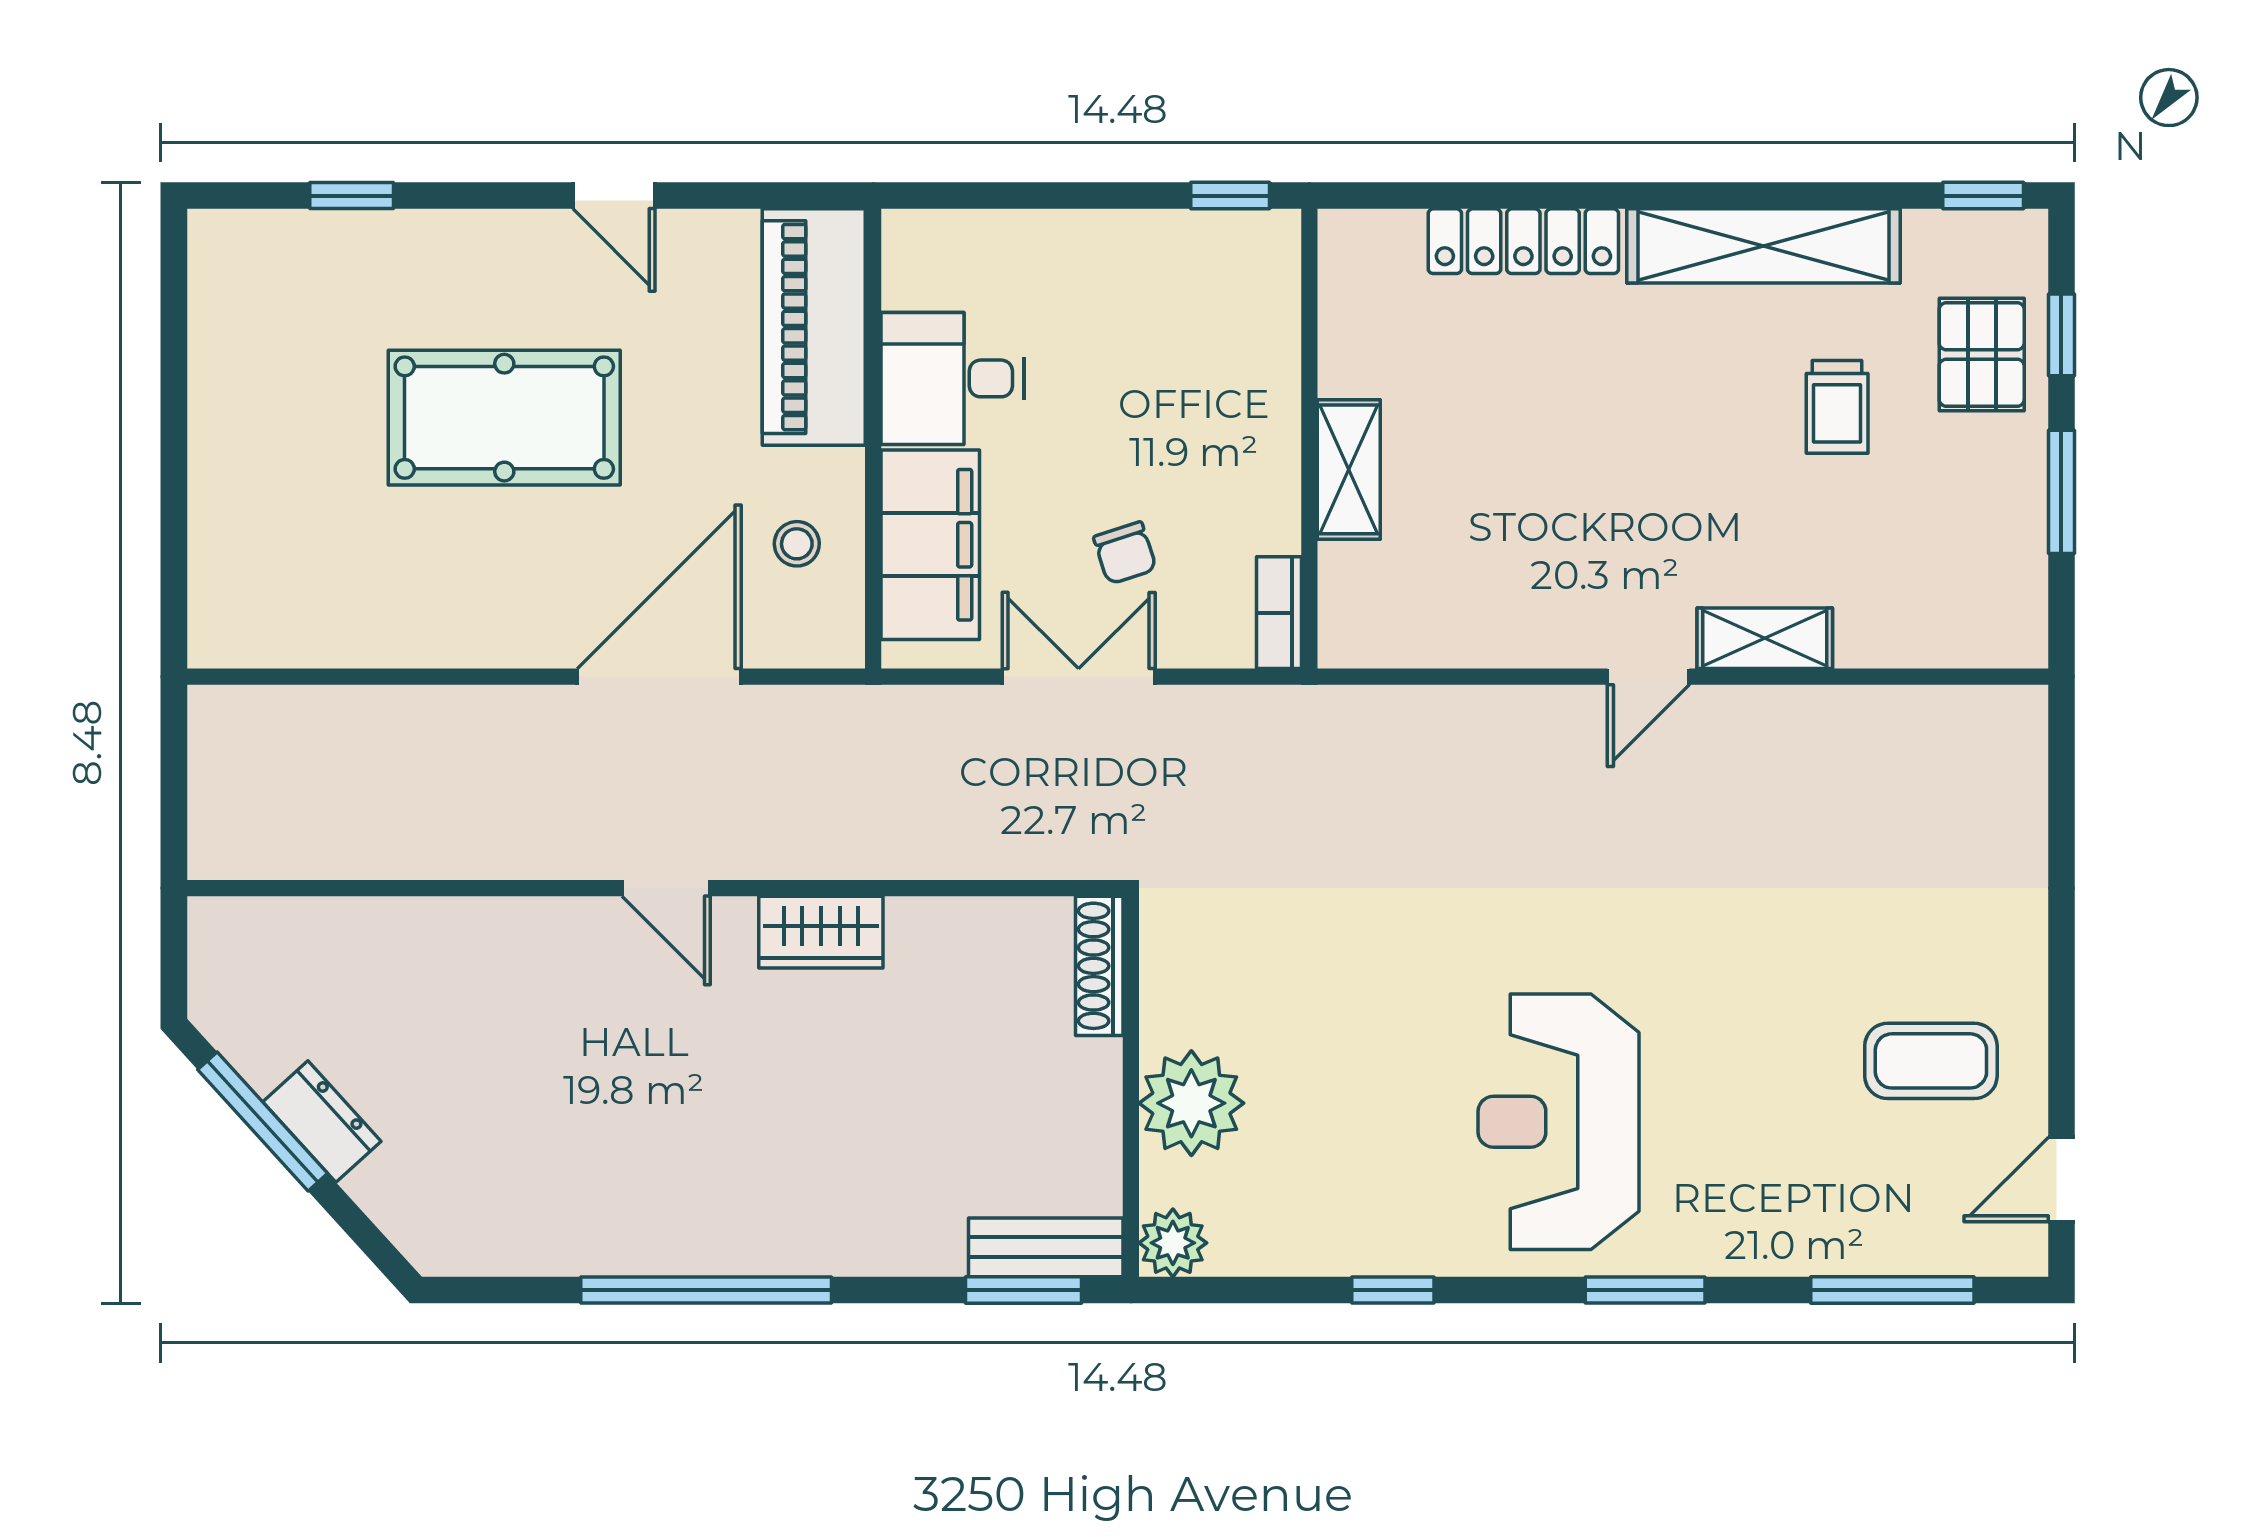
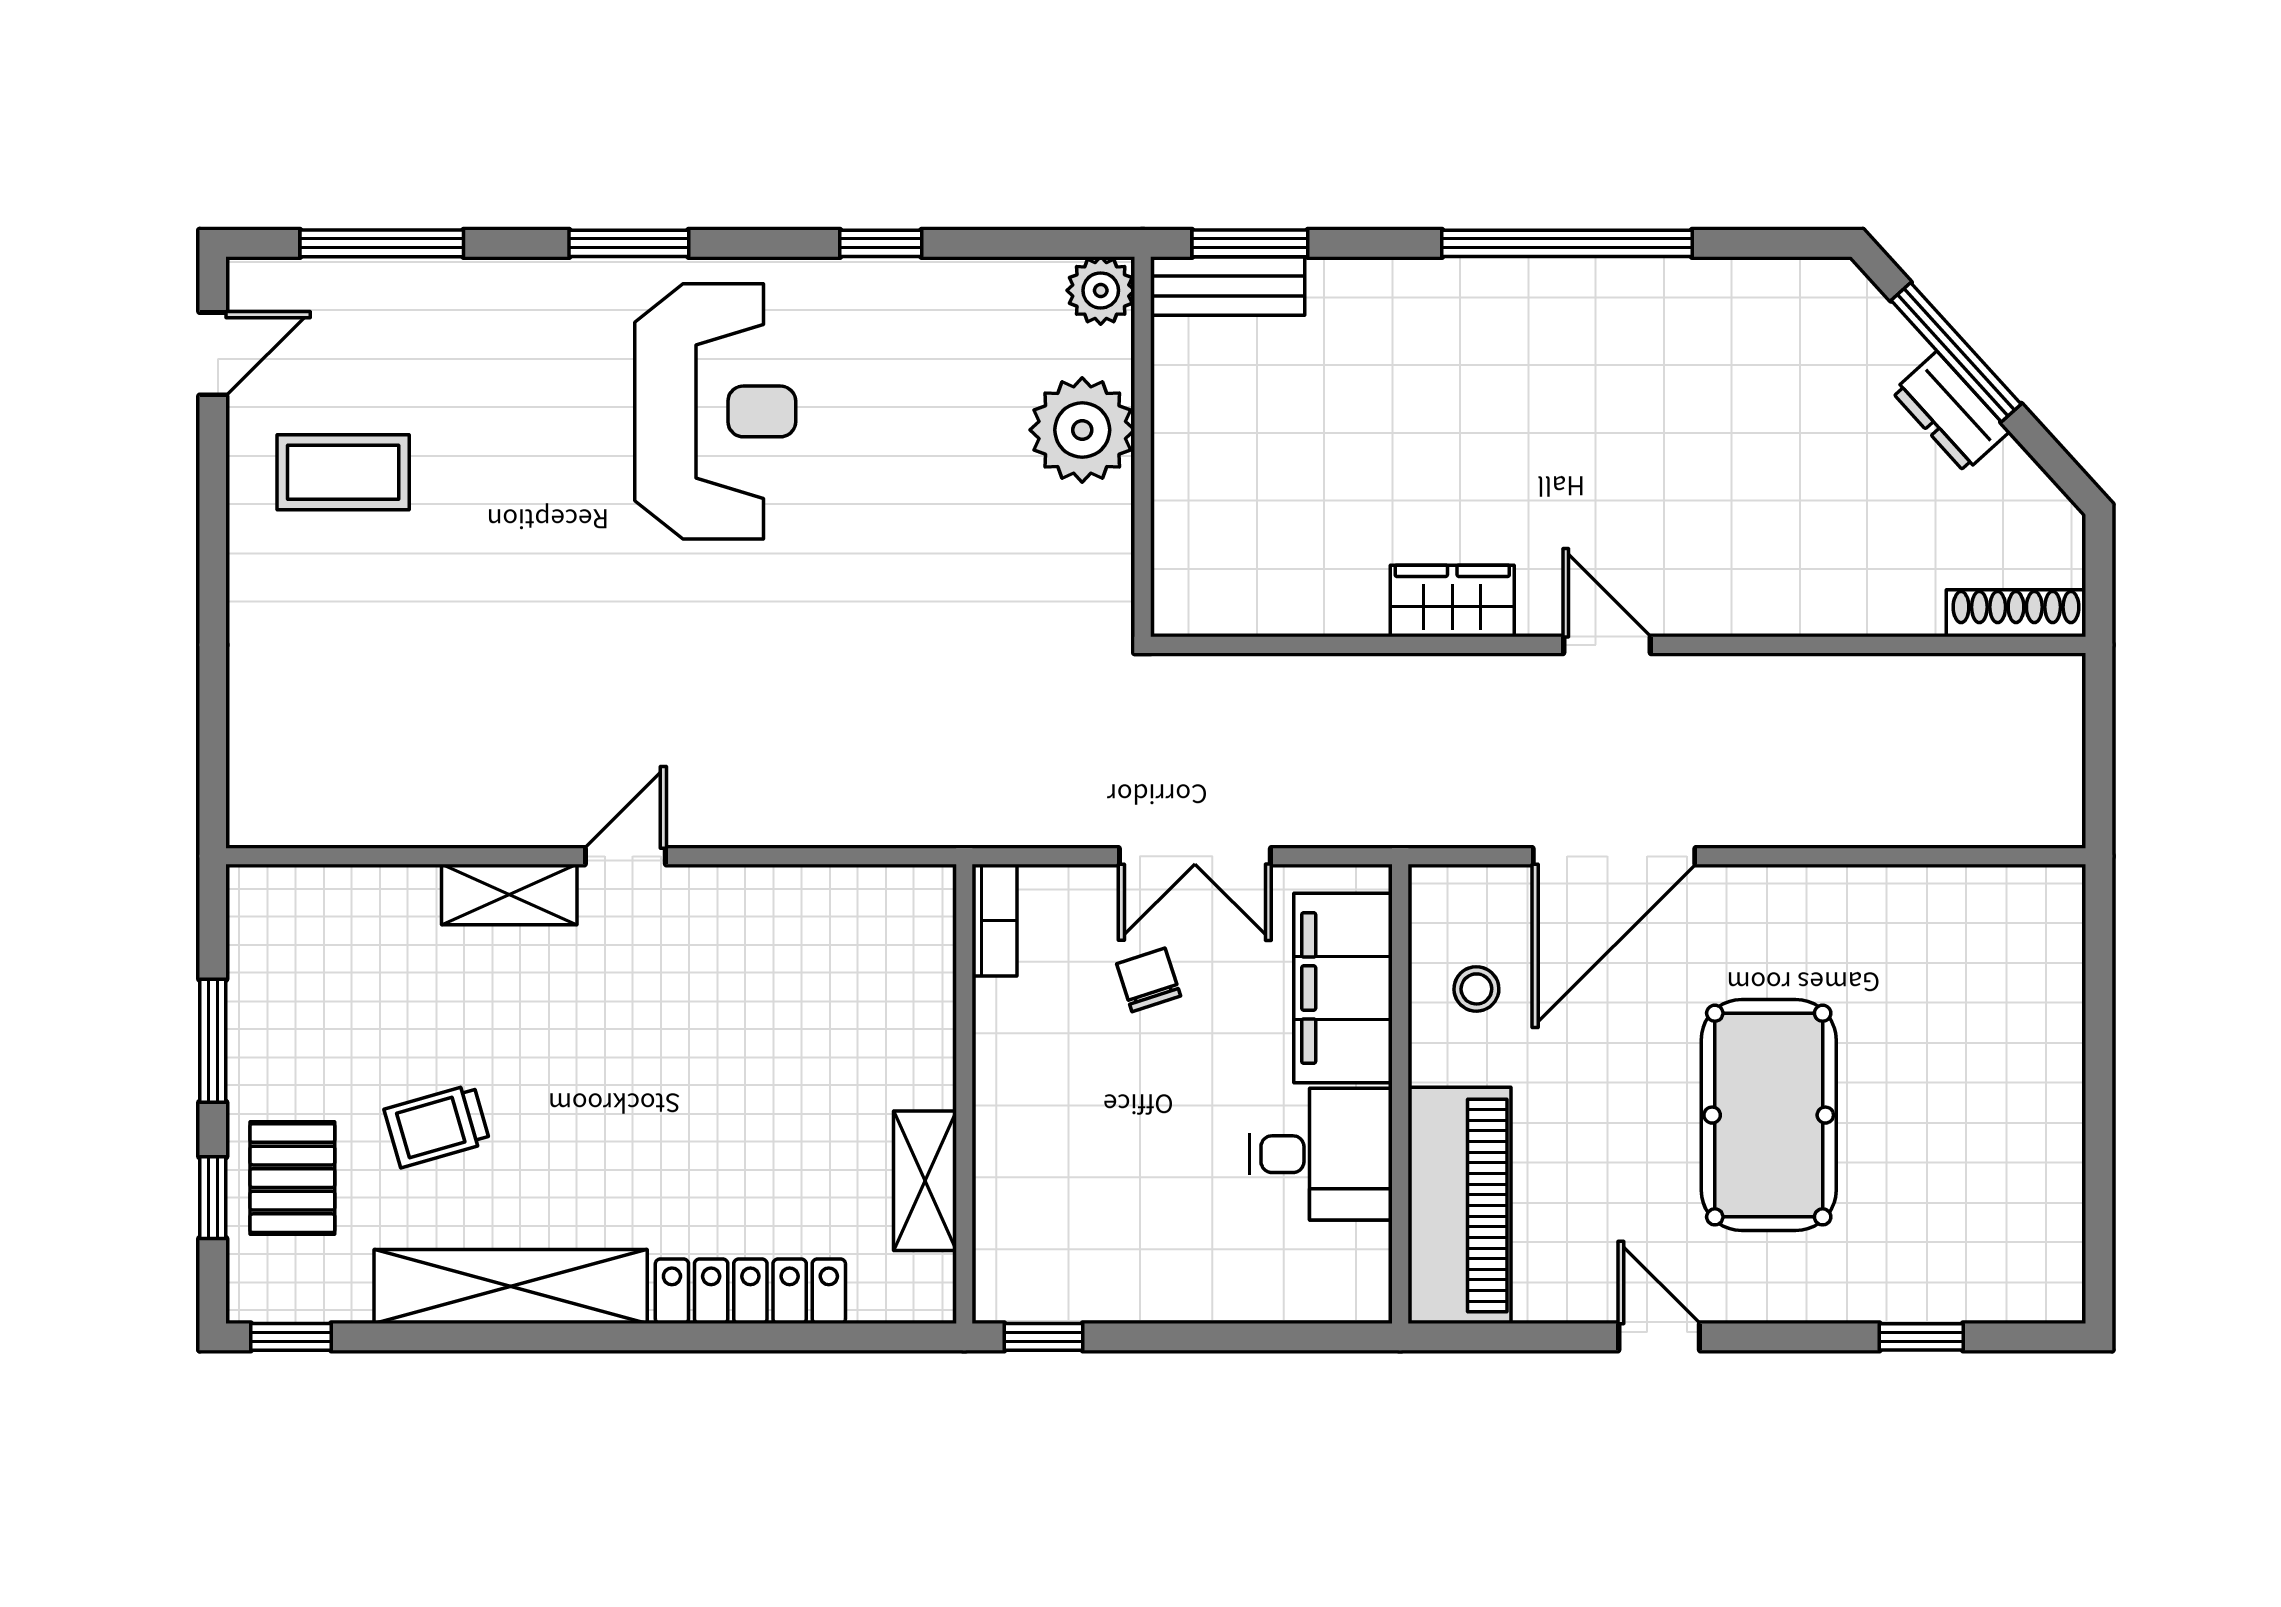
trolley: (1837, 407) -> (437, 1126), turned -106
pool table: (504, 418) -> (1769, 1115), turned 90
shelving: (1349, 469) -> (925, 1181), moved
shoe rack: (1099, 966) -> (2016, 613), moved, turned -90
window: (263, 1122) -> (1956, 352), moved

